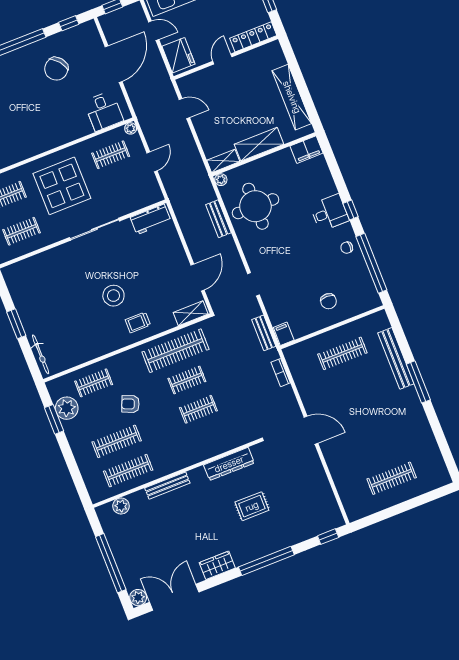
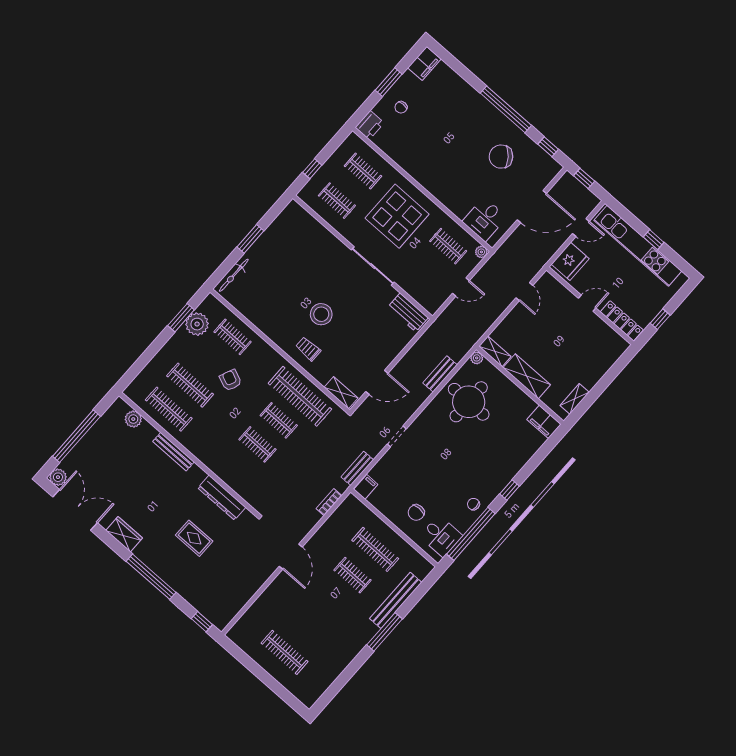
door: (154, 31) -> (581, 227), hinge flipped
shelving: (292, 97) -> (575, 399), width x0.45, depth x0.75
desk: (329, 213) -> (441, 536), moved
clothes rail: (355, 385) -> (353, 575), added

